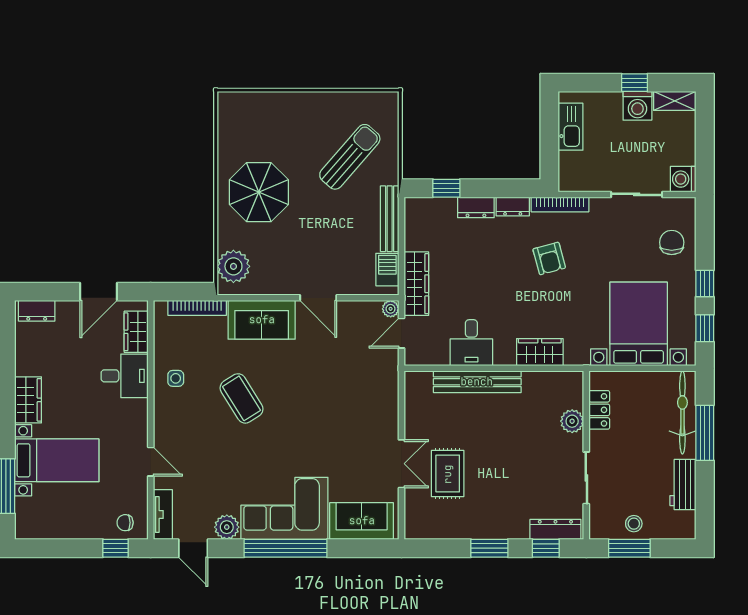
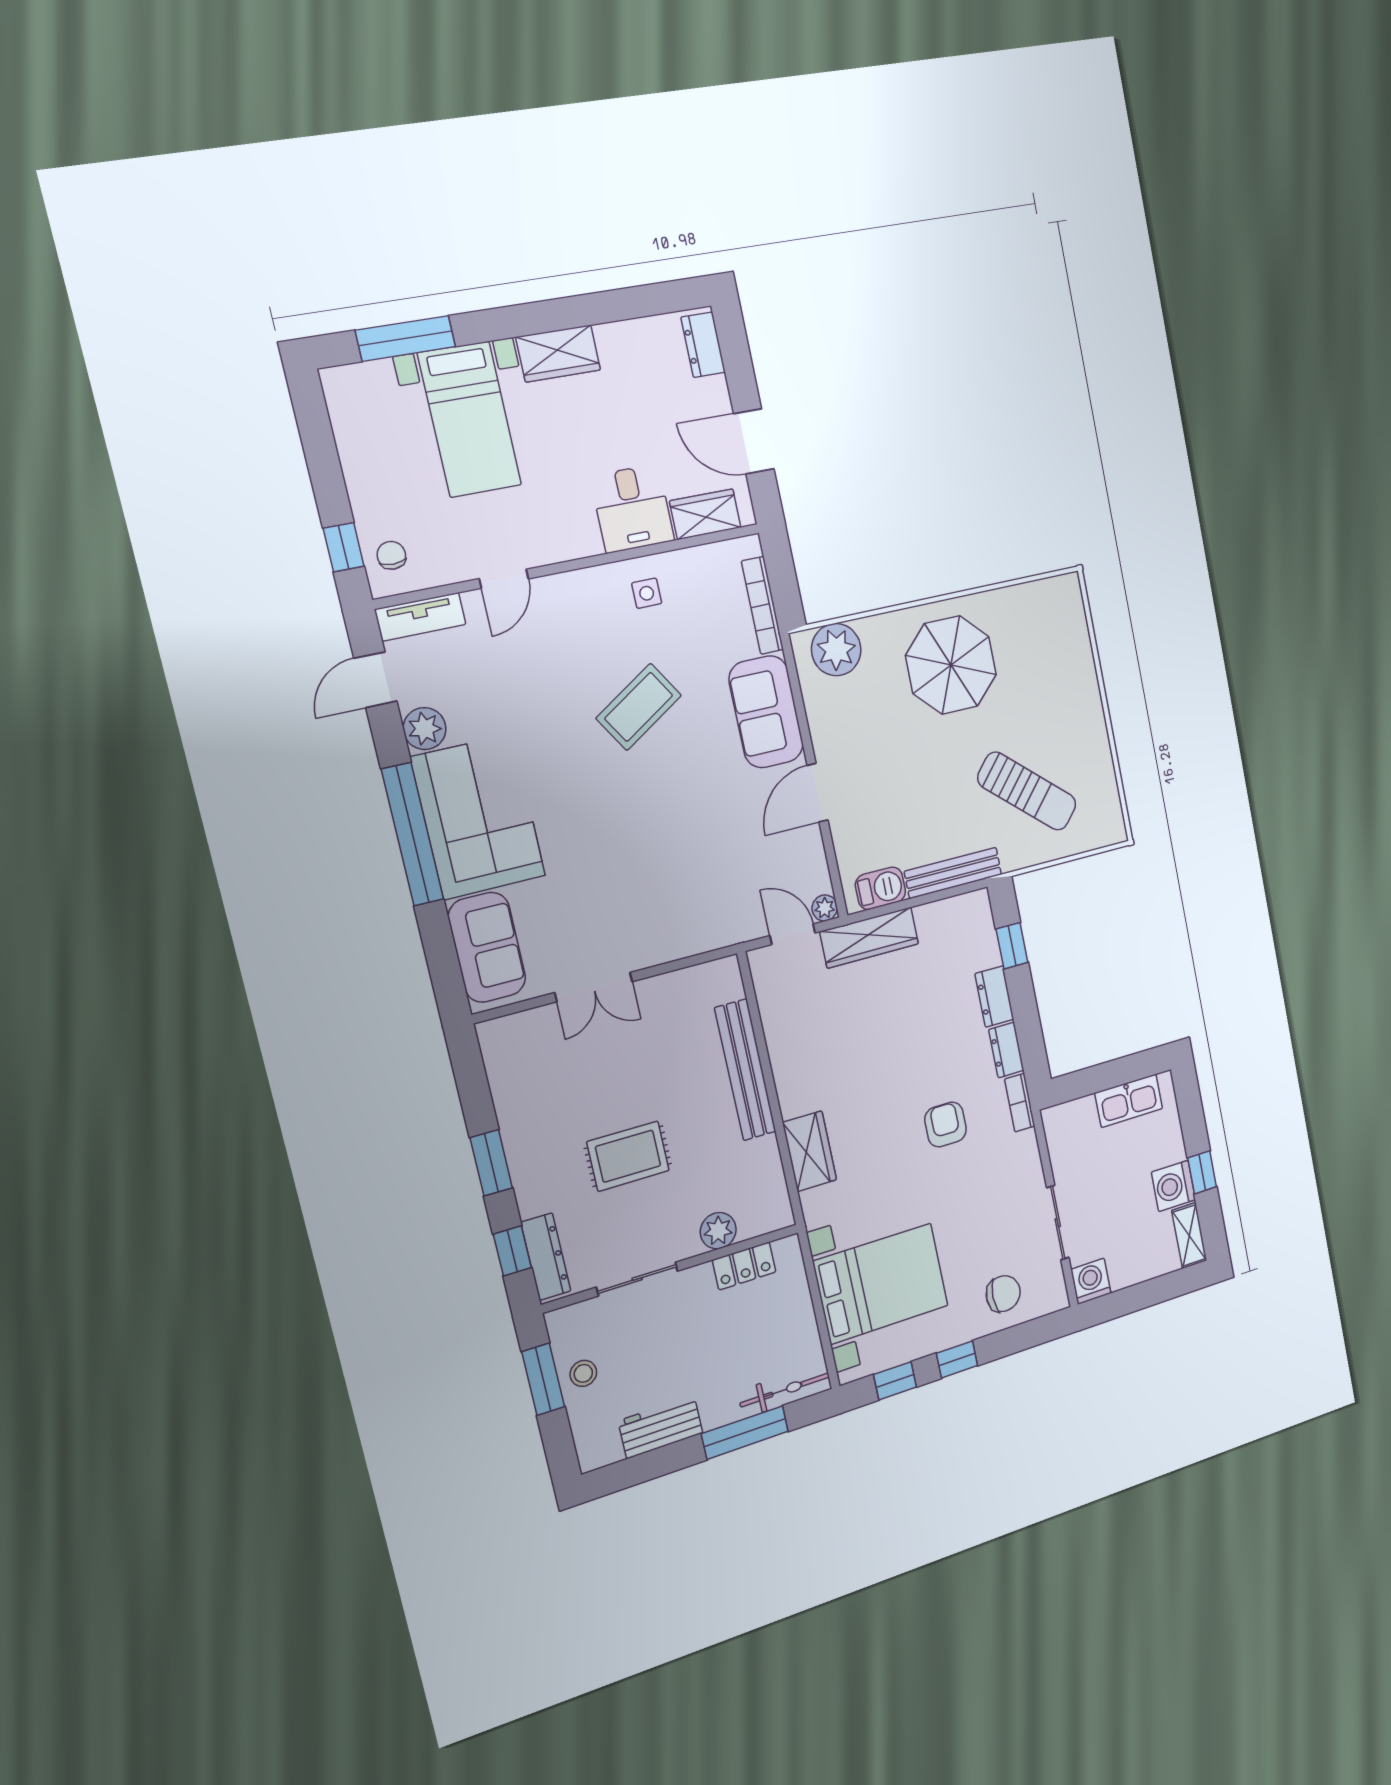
bookcase: (560, 204) -> (1020, 1103), width x0.64
armchair: (549, 258) -> (946, 1125), turned 105
desk: (471, 343) -> (801, 1044), removed
bicycle: (682, 412) -> (785, 1390), width x0.73, depth x0.71
rug: (448, 474) -> (628, 1156), moved

